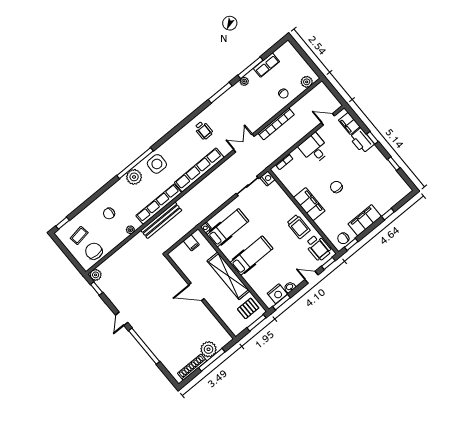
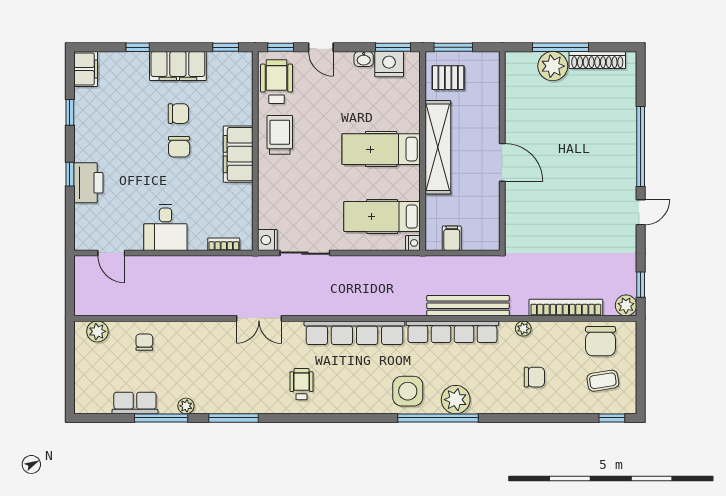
filing cabinet: (349, 123) -> (86, 69), moved
bookcase: (276, 124) -> (566, 308), moved
chair: (343, 238) -> (178, 114), moved

